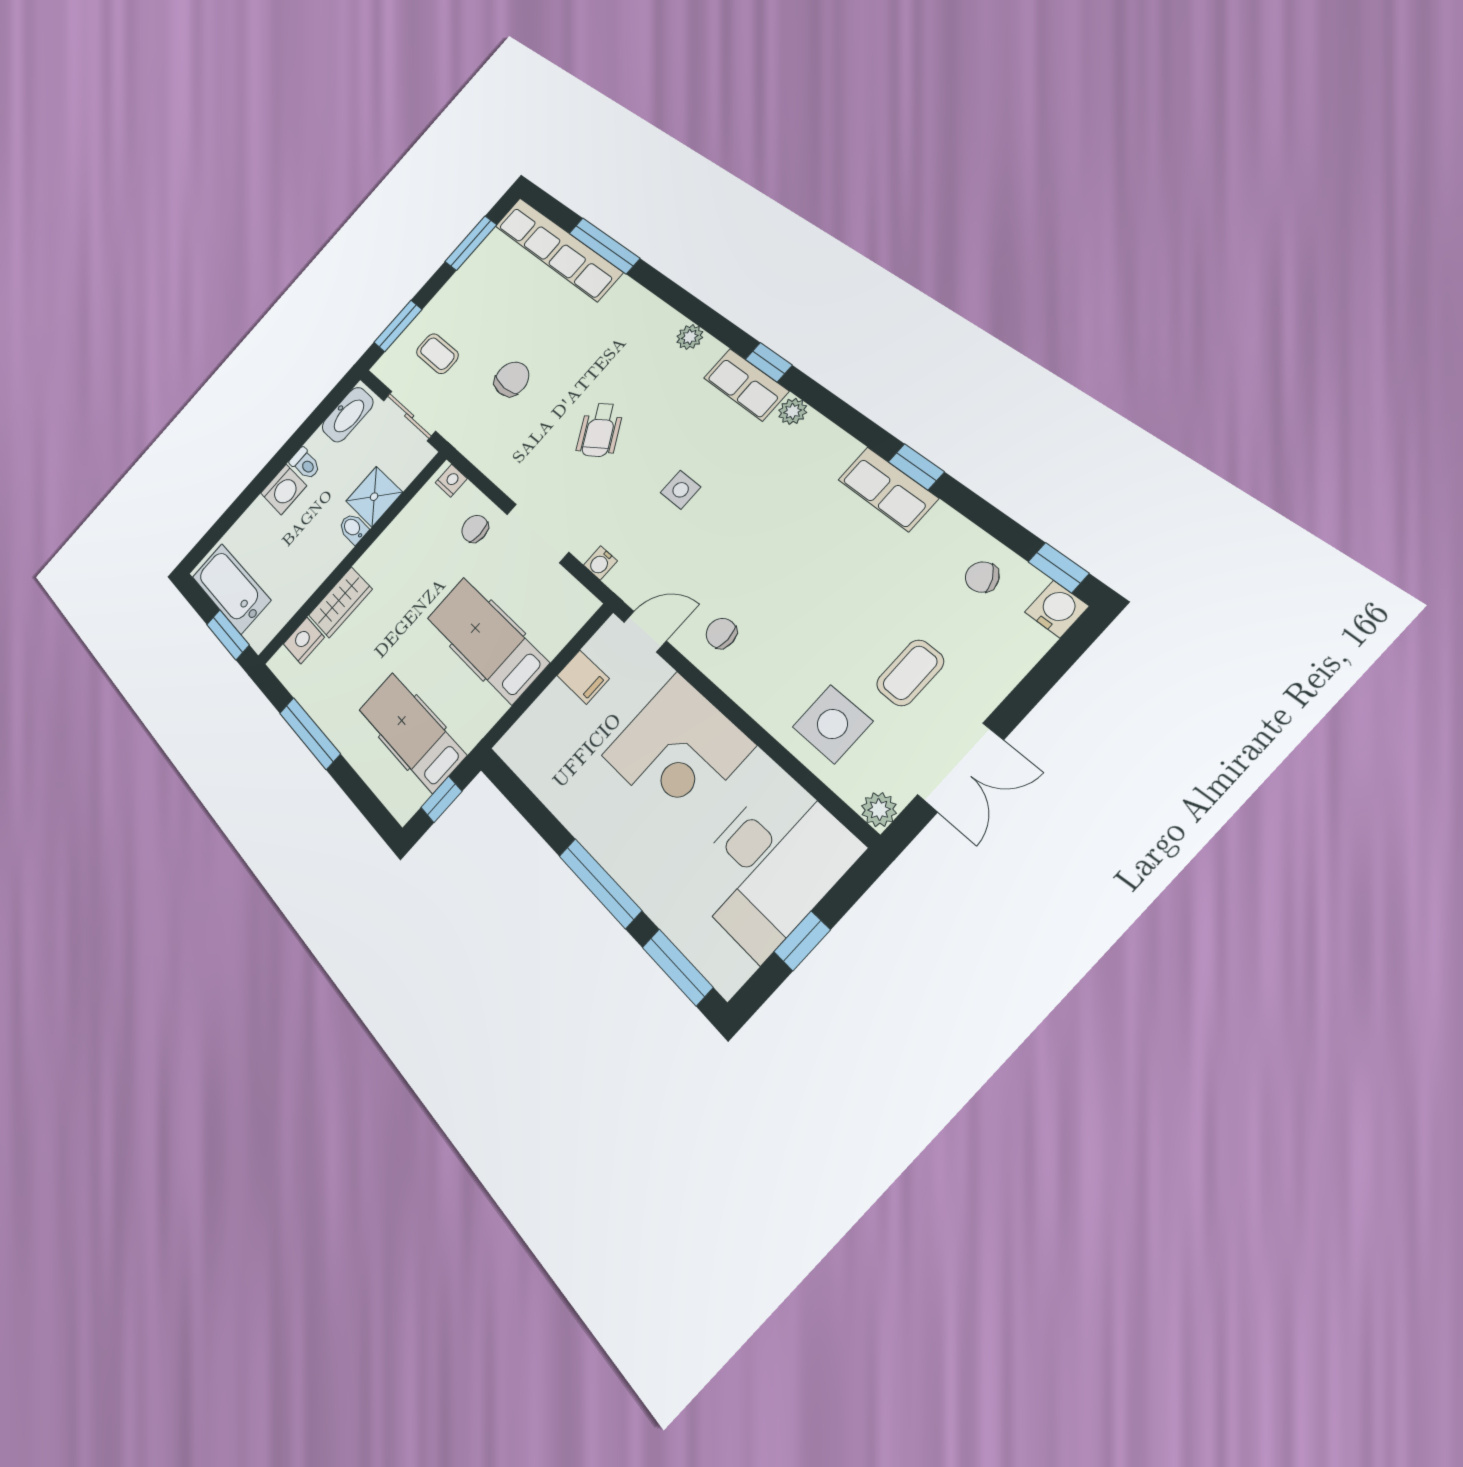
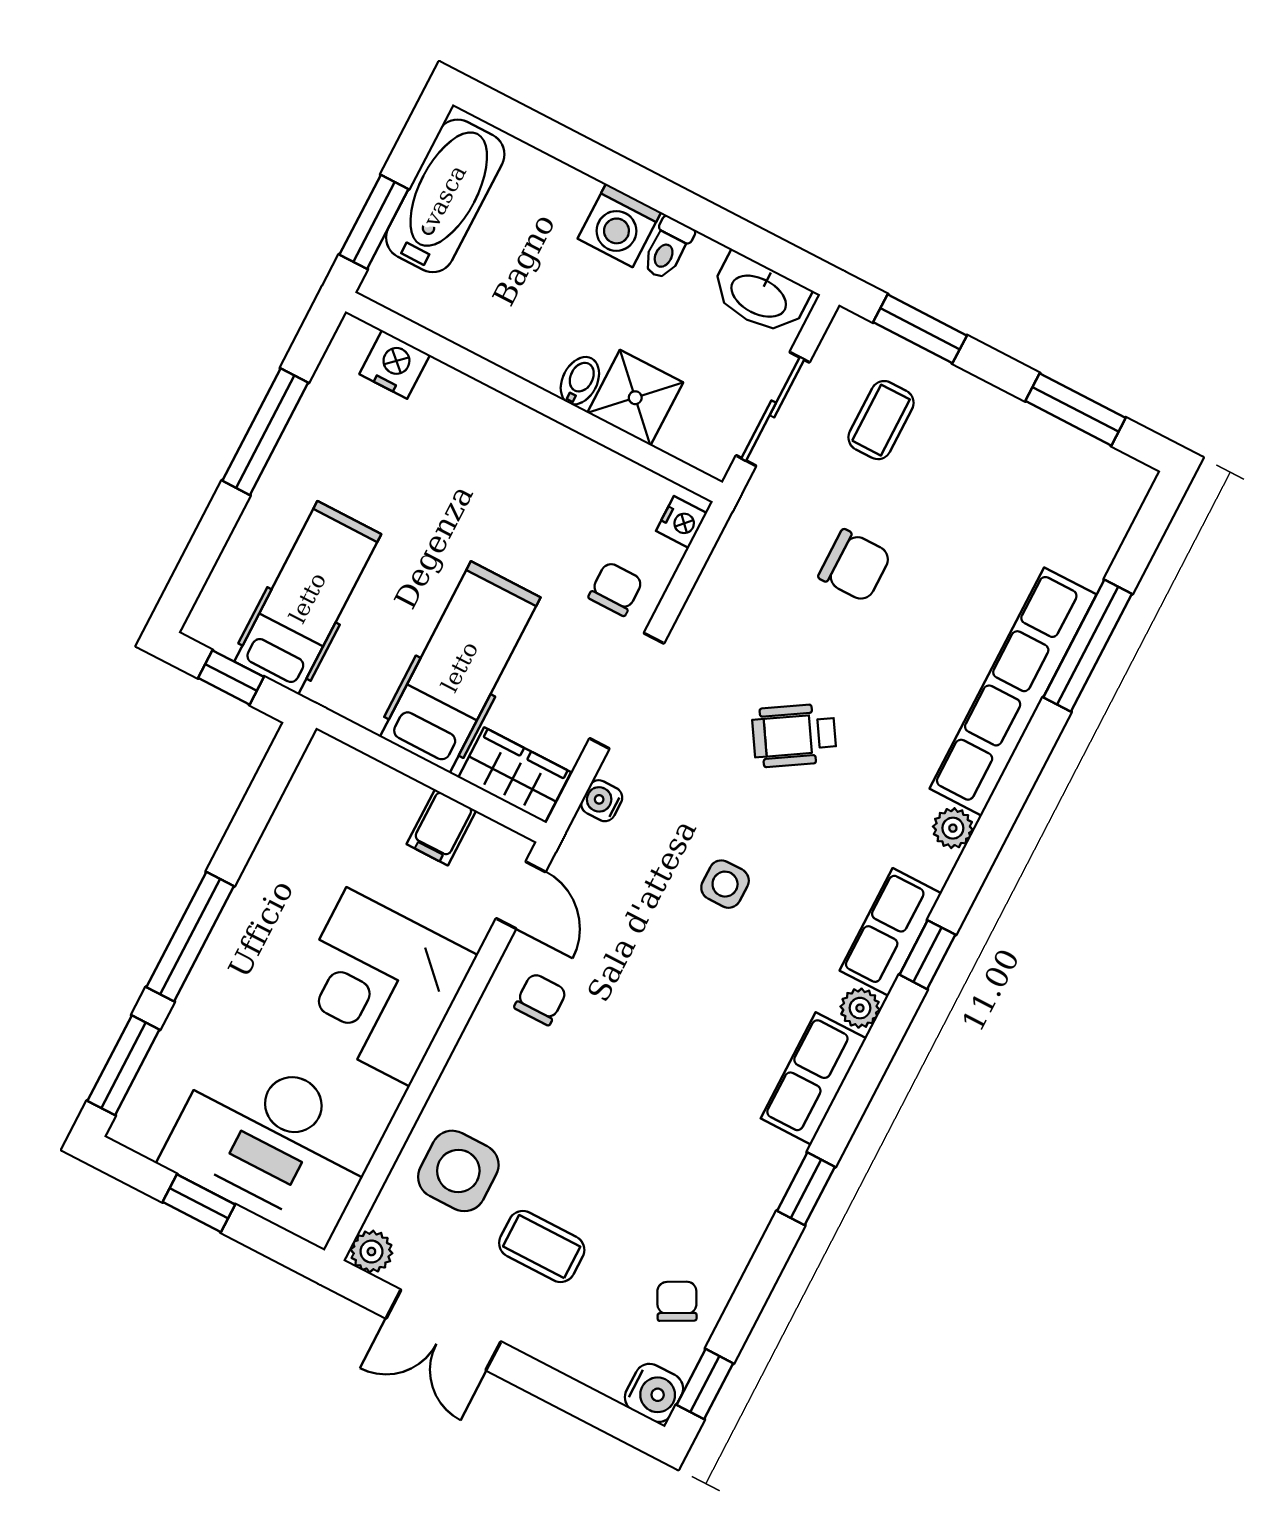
row of seats: (558, 249) -> (1013, 692), moved
row of seats: (888, 489) -> (814, 1078), moved
wardrobe: (340, 602) -> (515, 775), moved, turned 180

